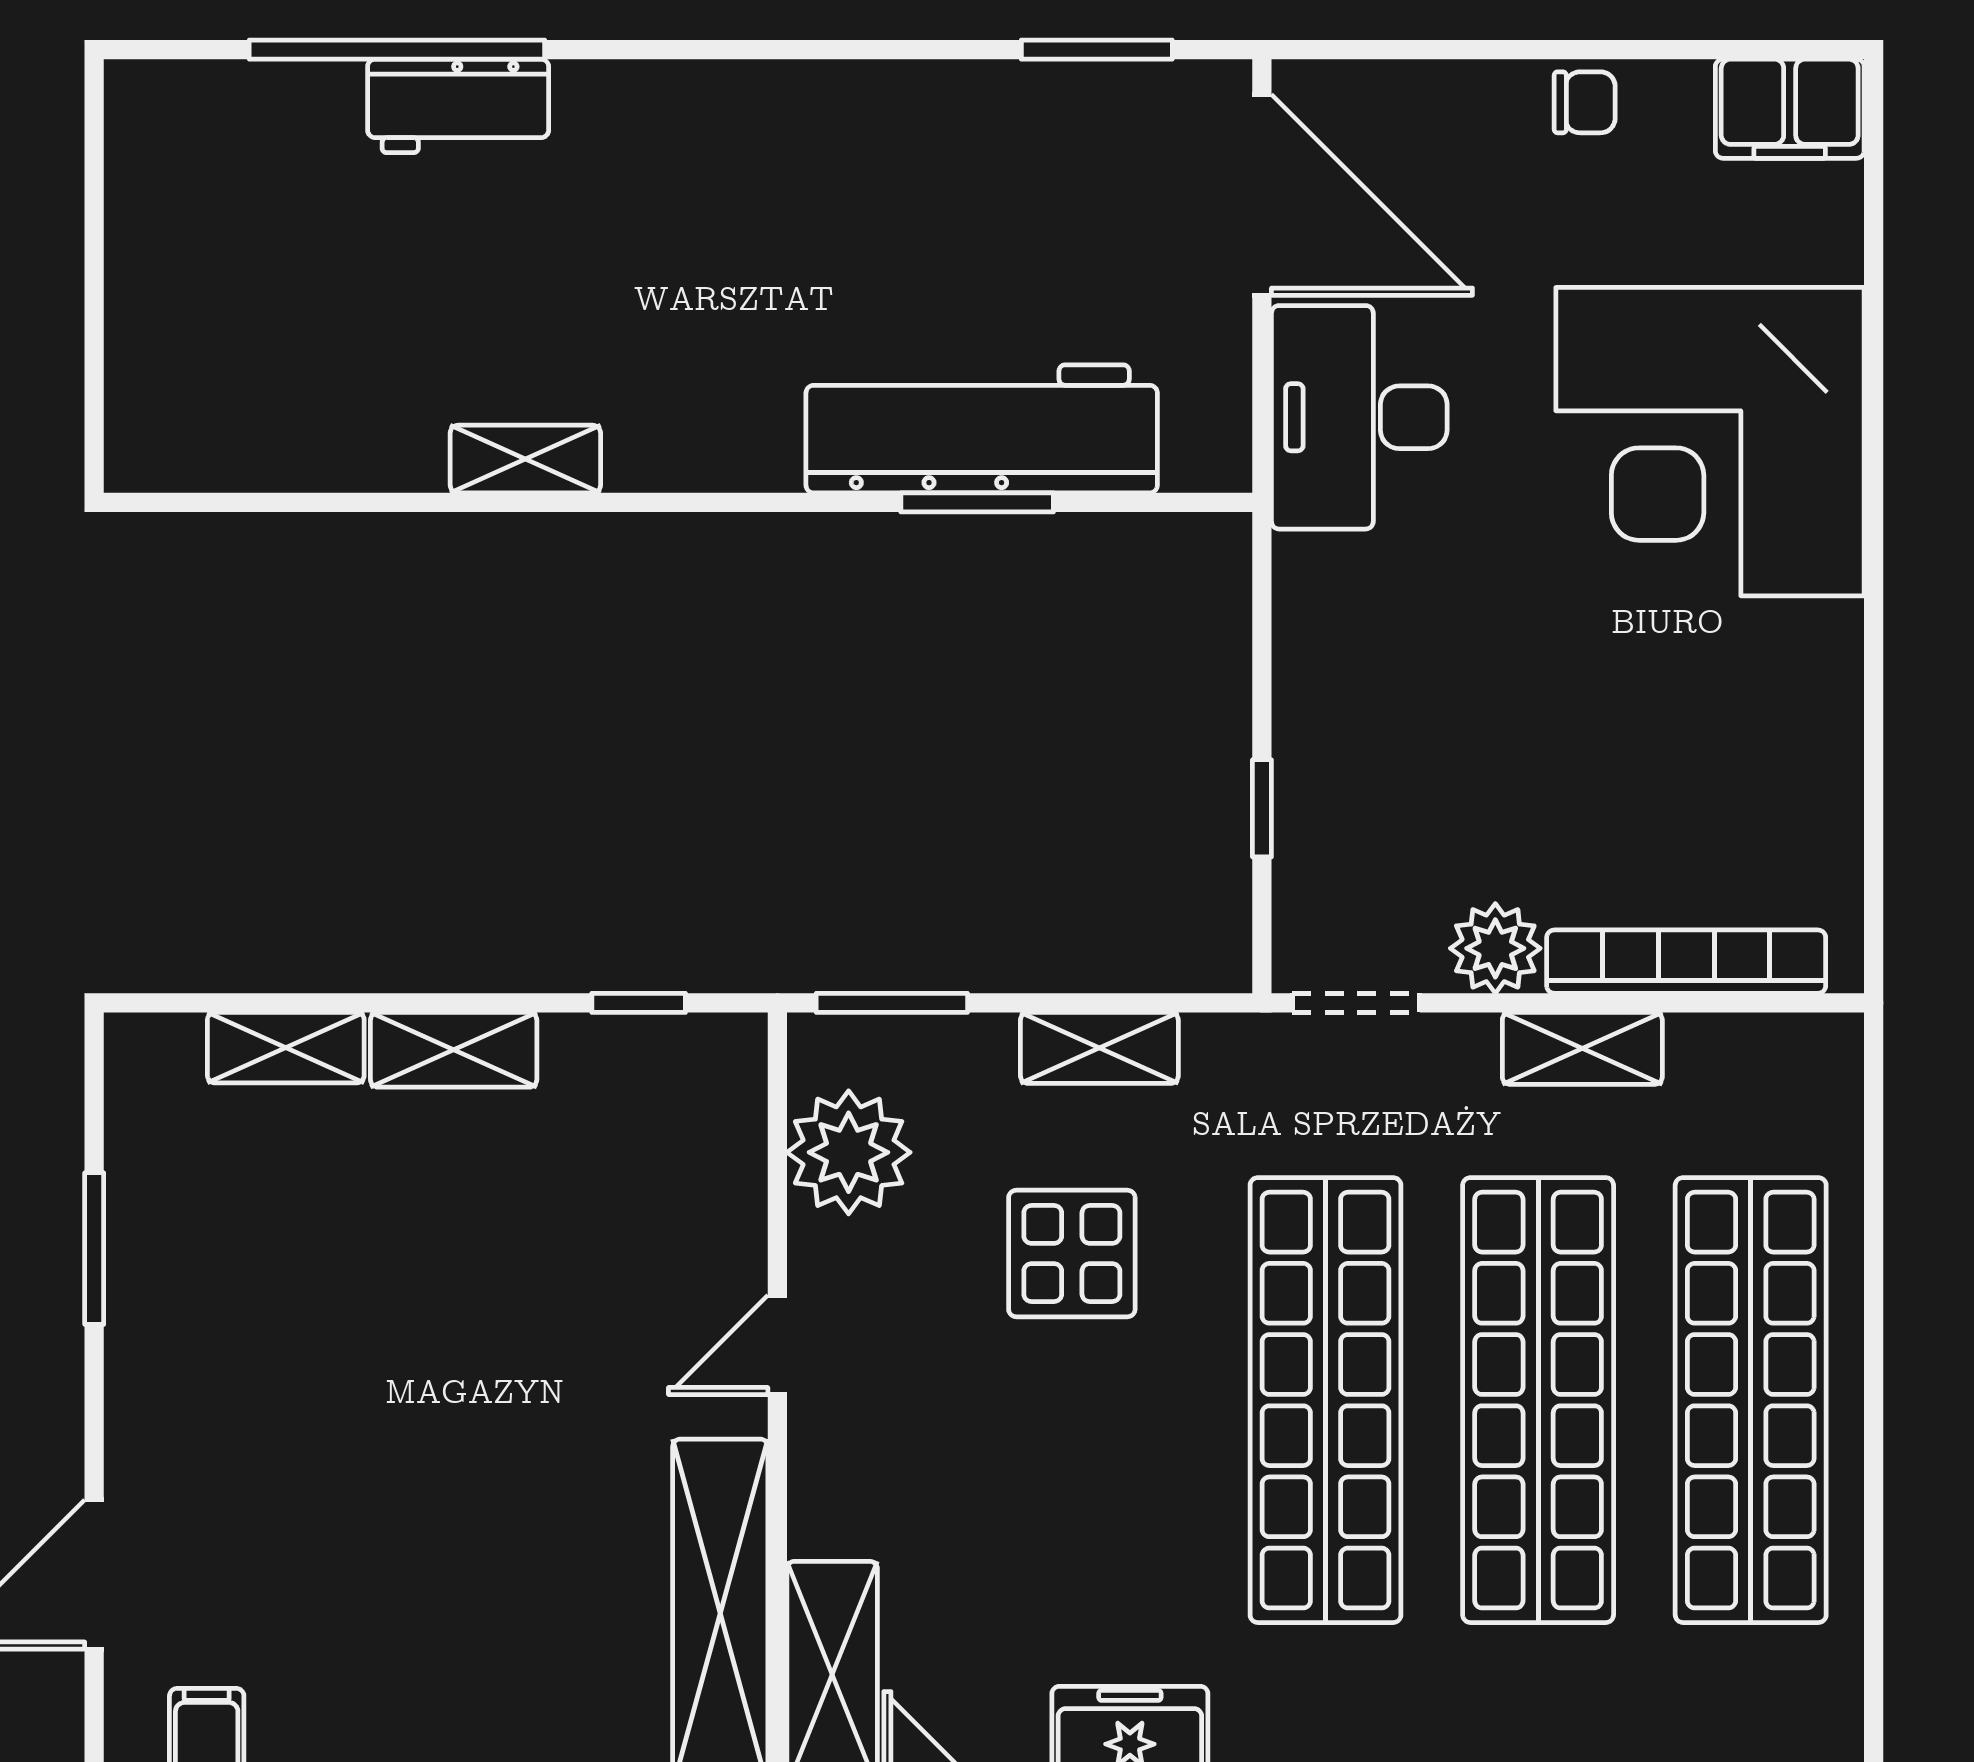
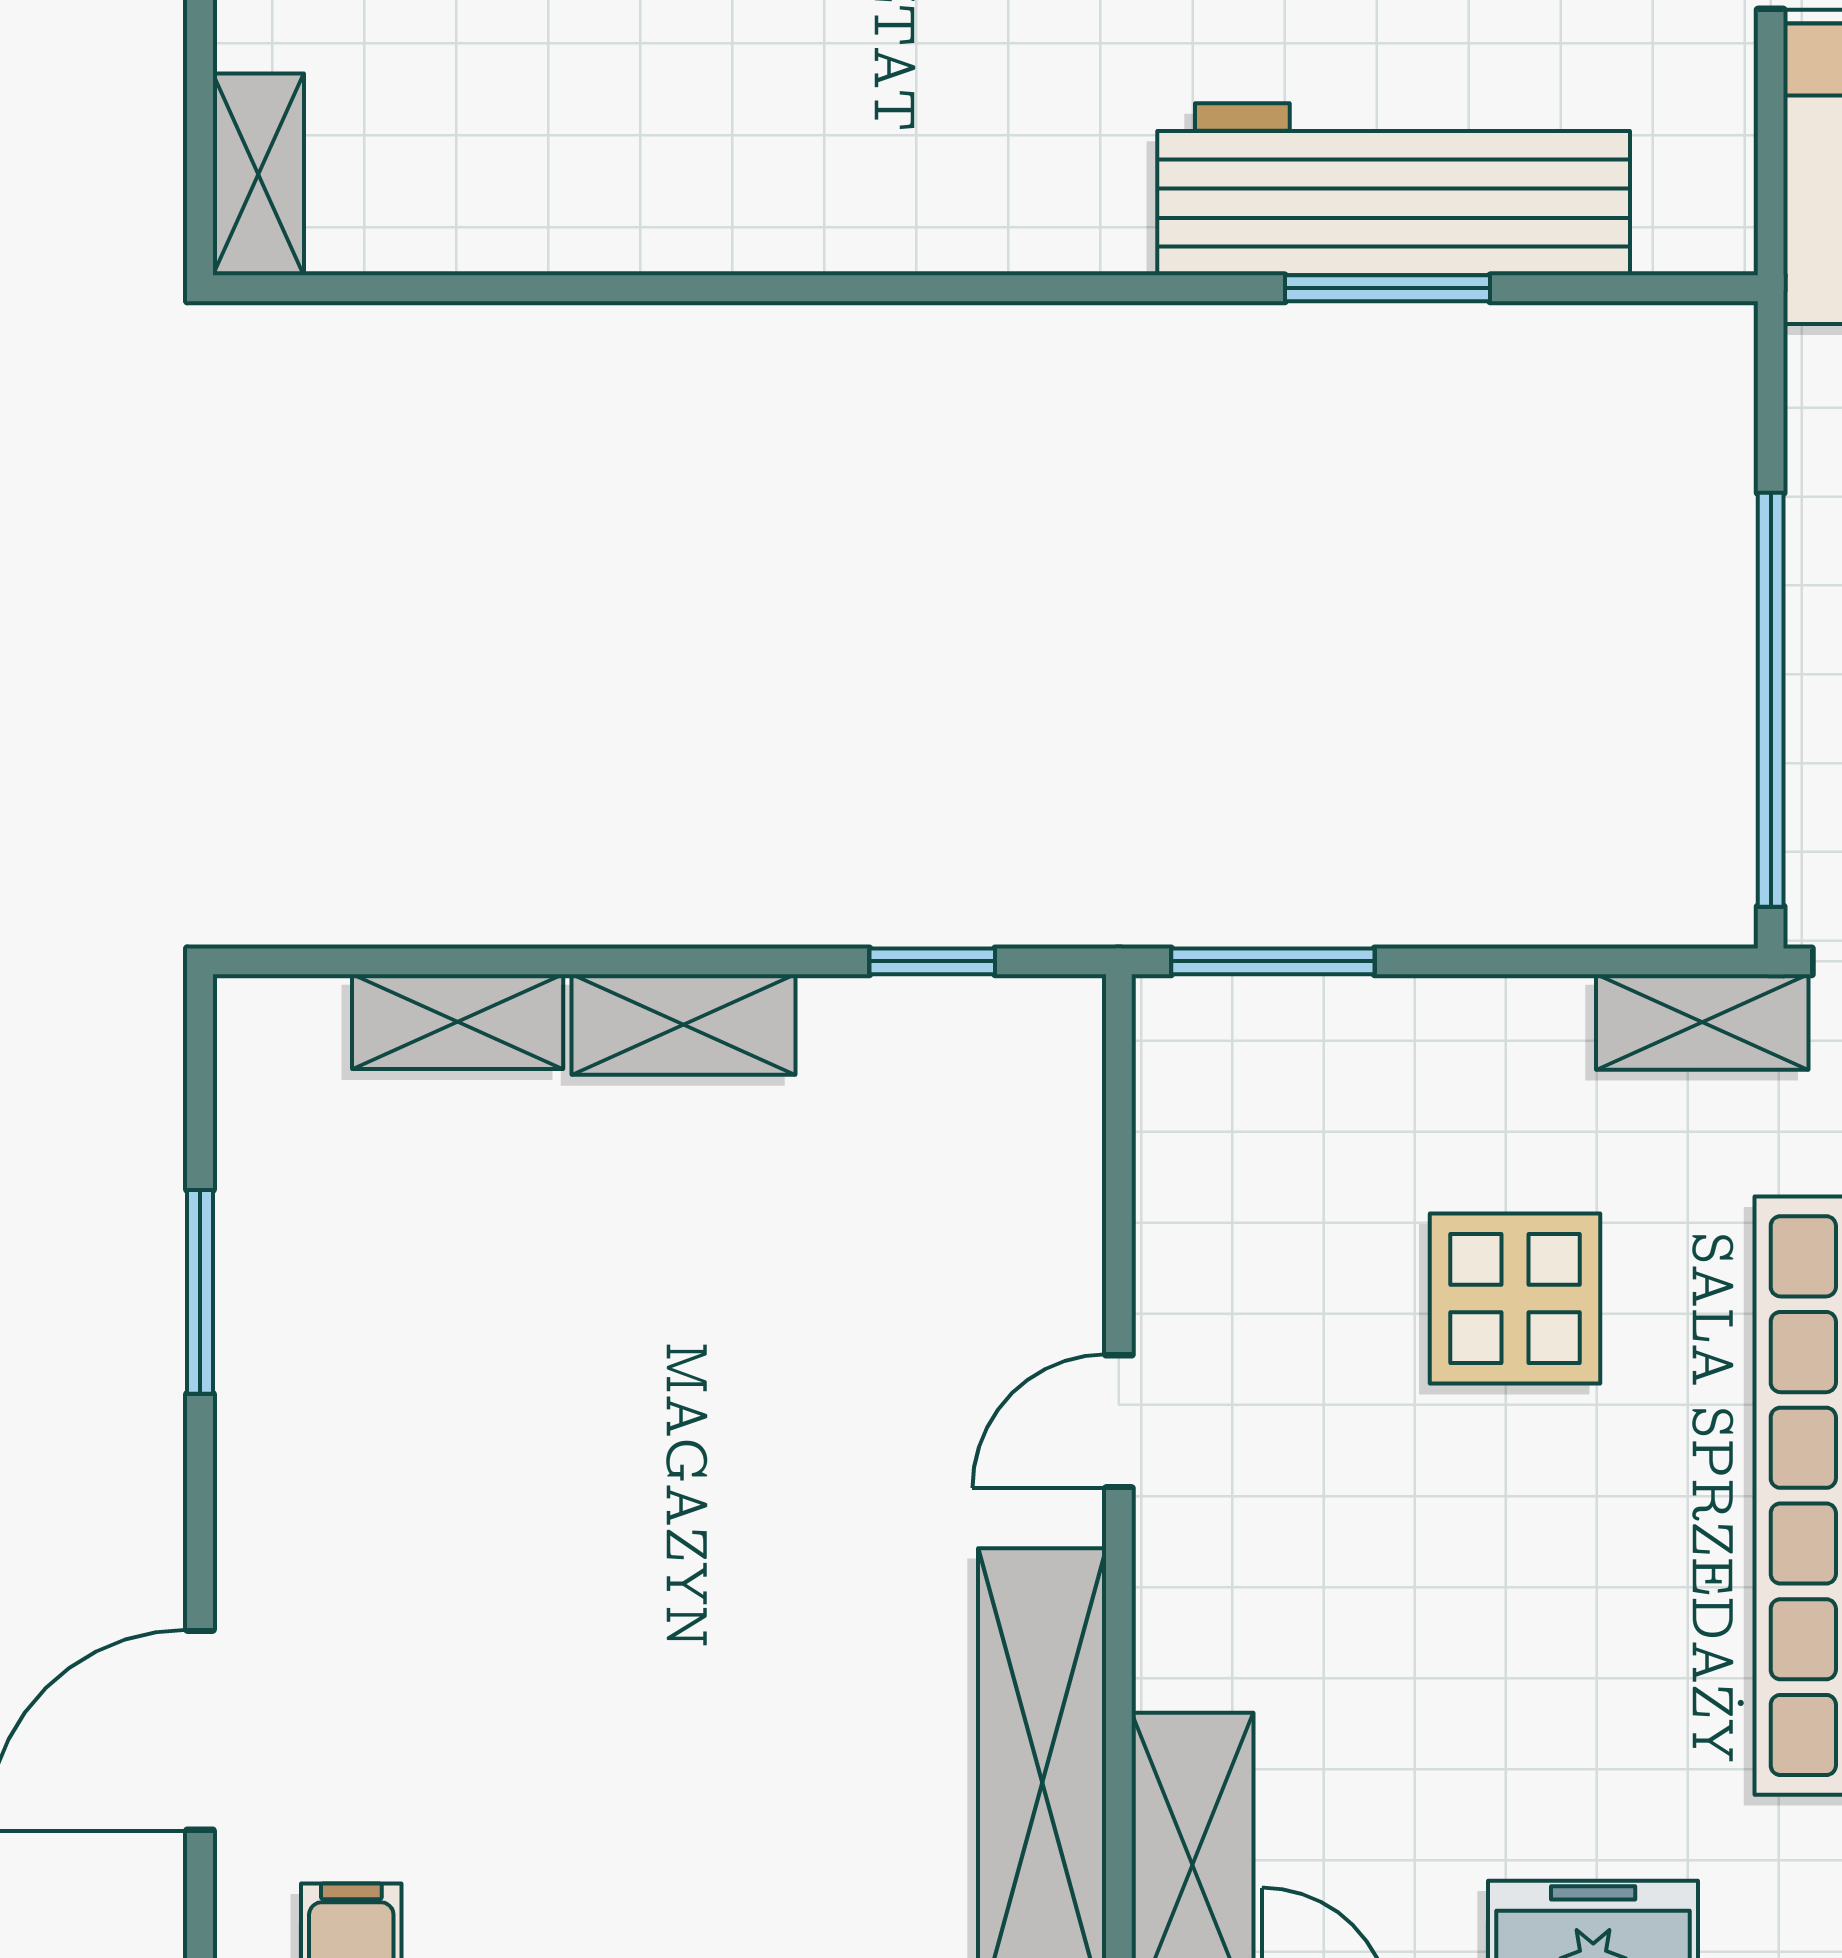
shelving: (525, 459) -> (258, 174), moved, turned 90
window: (1262, 808) -> (1771, 700), width x3.17
shelving: (1099, 1048) -> (1702, 1022), moved
plant: (849, 1152) -> (1215, 1162), removed

